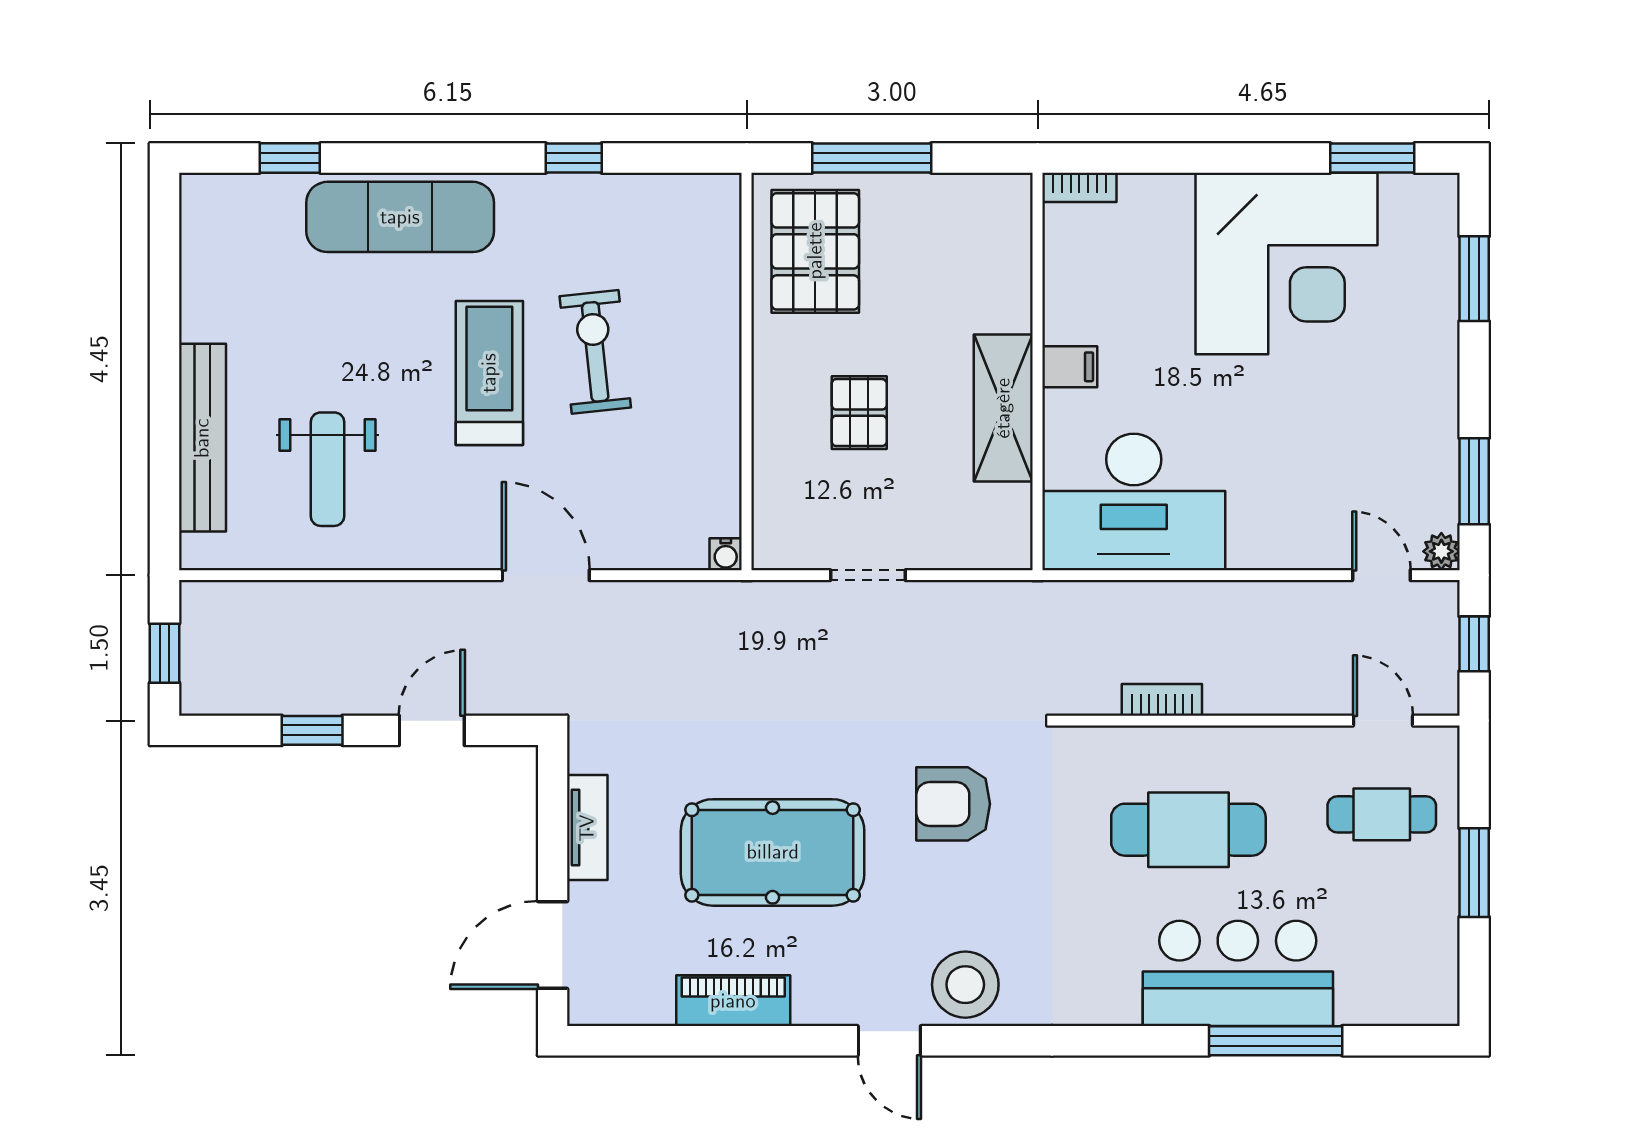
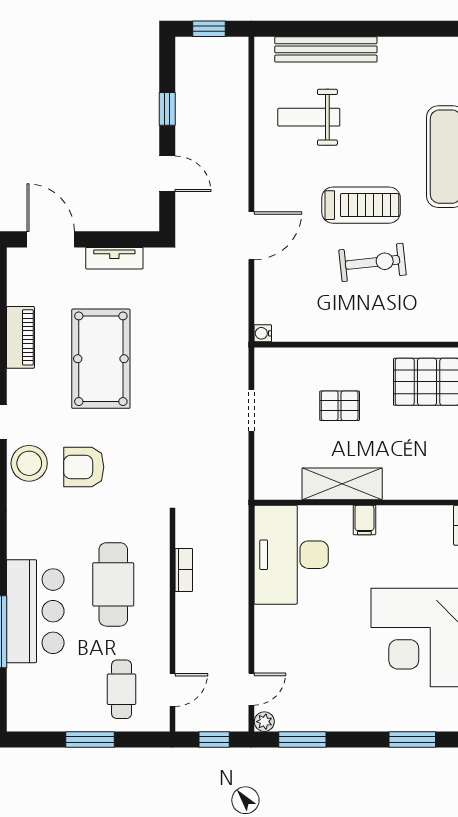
armchair: (953, 804) -> (84, 467), moved, turned -90

